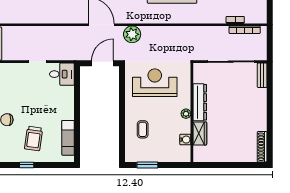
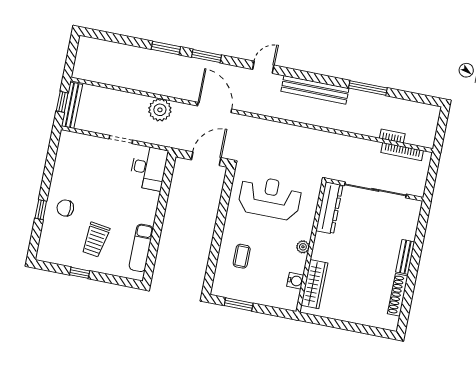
plant: (132, 34) -> (160, 110), moved
desk: (62, 74) -> (149, 168), width x1.37
bench: (262, 75) -> (405, 257), moved
dresser: (200, 102) -> (329, 208), moved
wardrobe: (200, 133) -> (314, 284), width x1.50
shoe rack: (262, 147) -> (398, 295), moved

